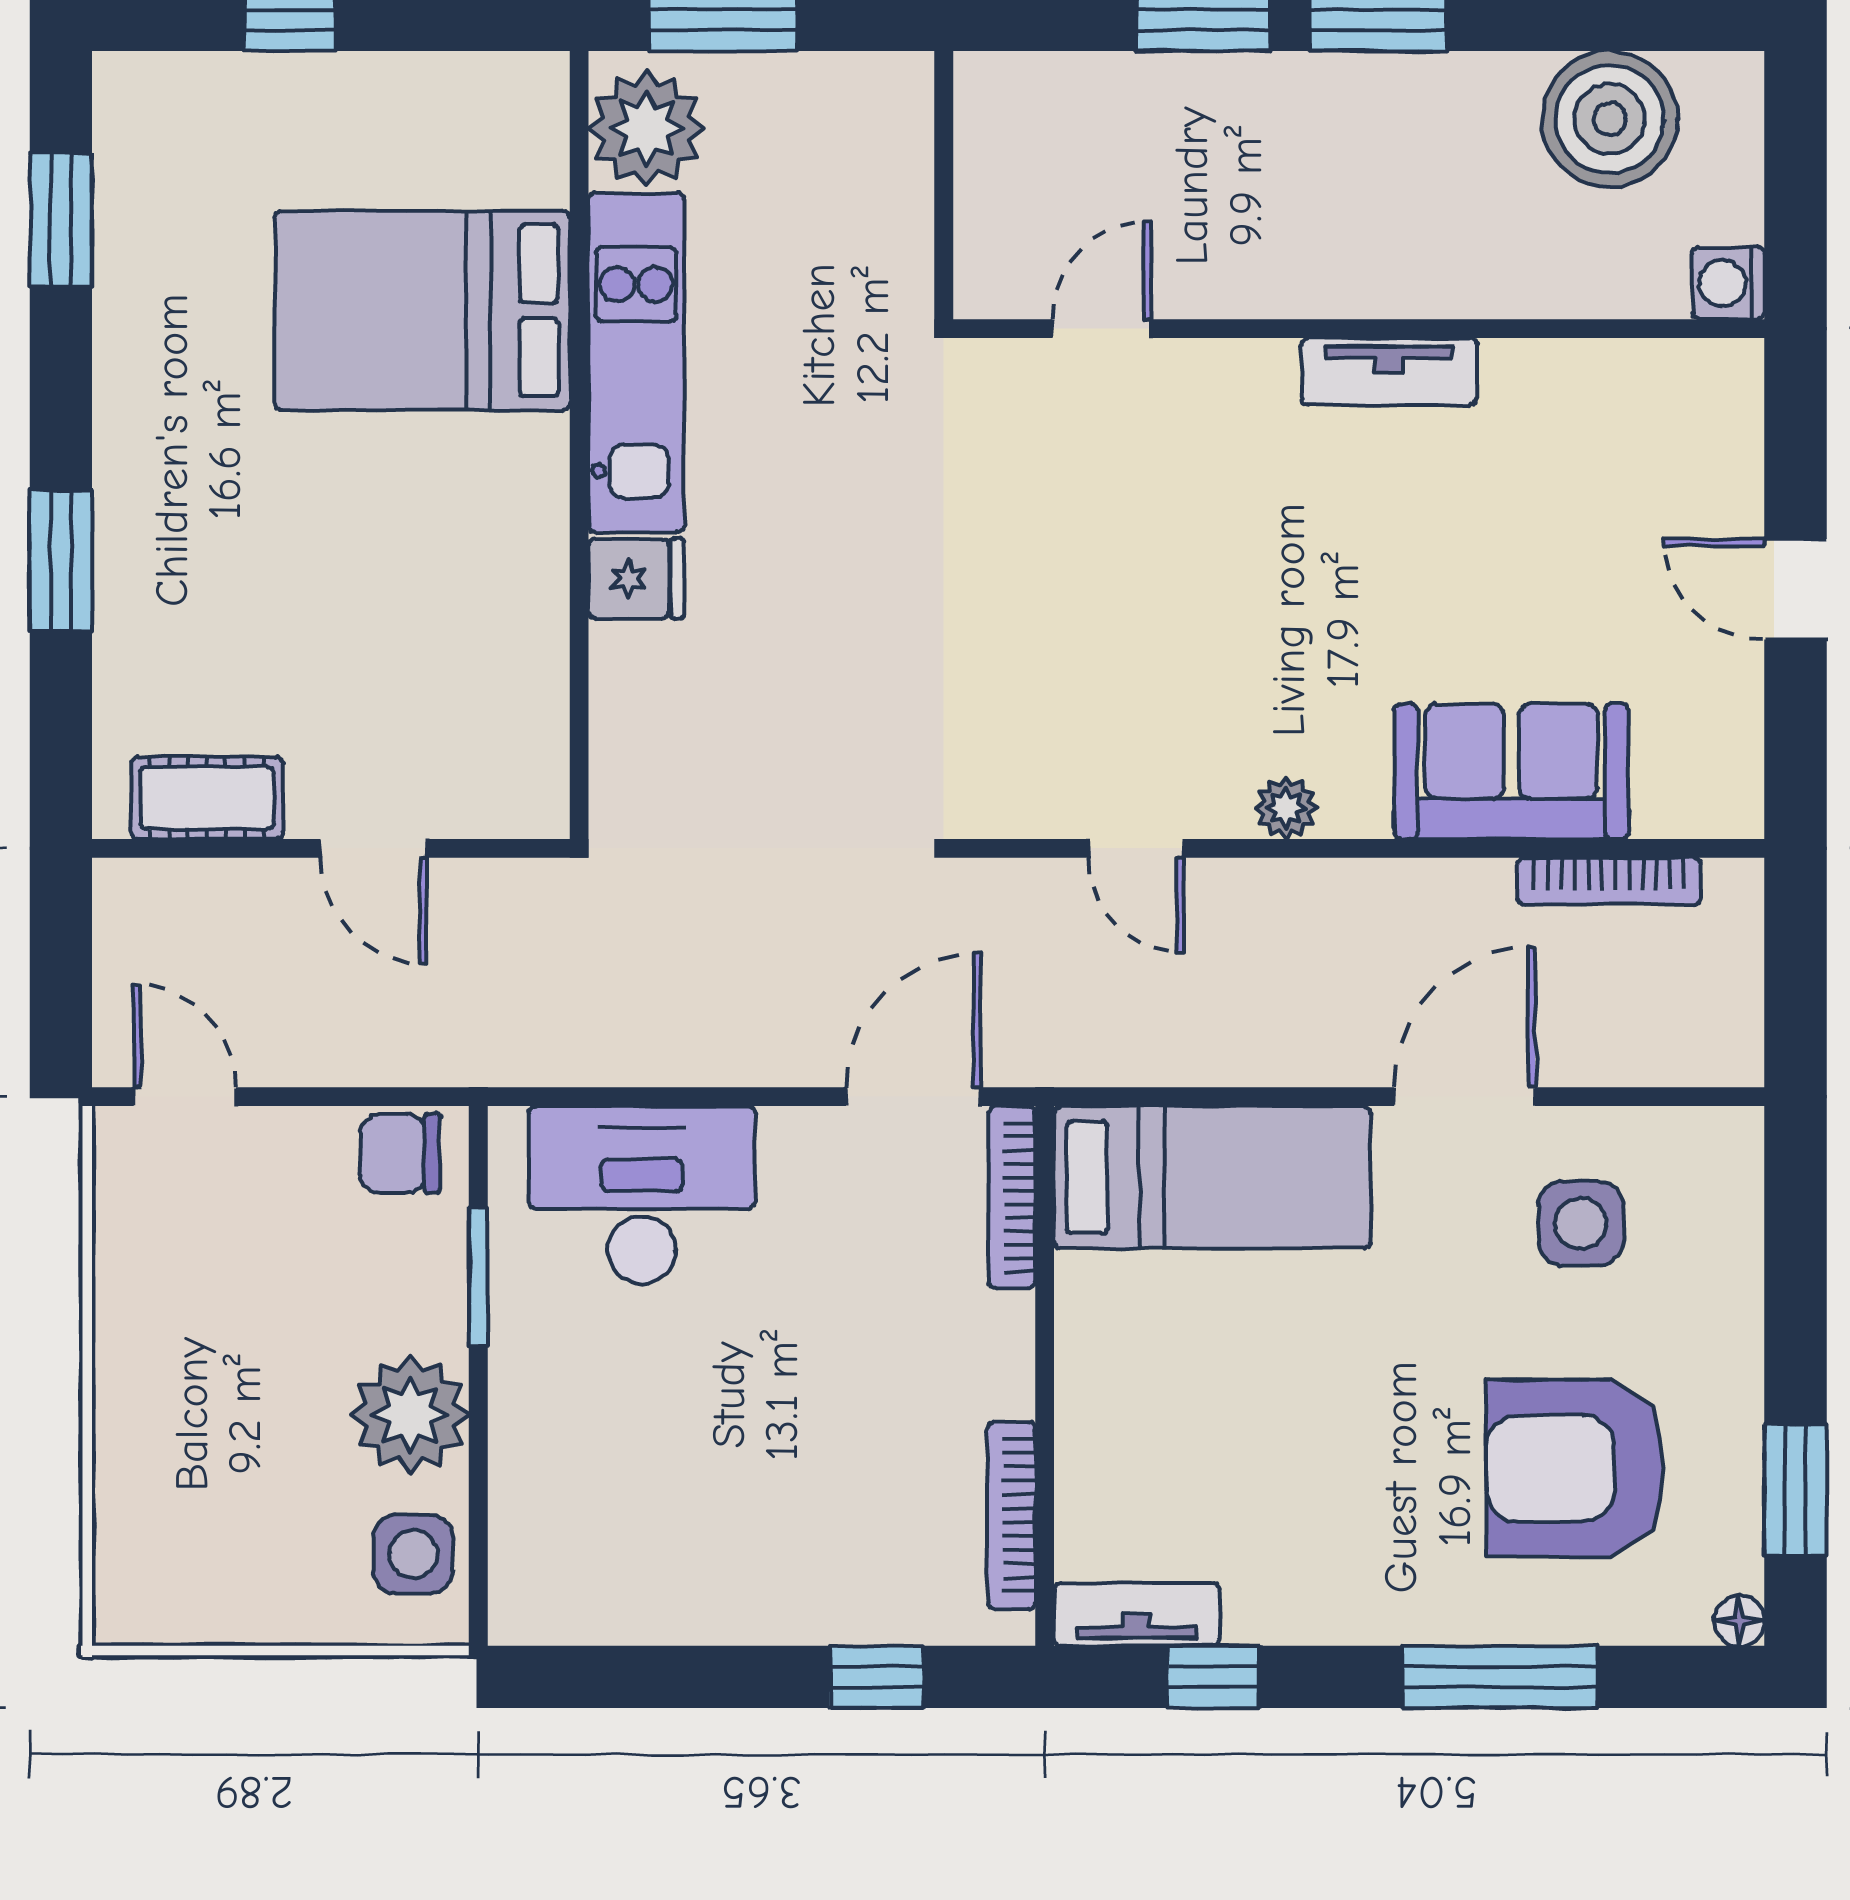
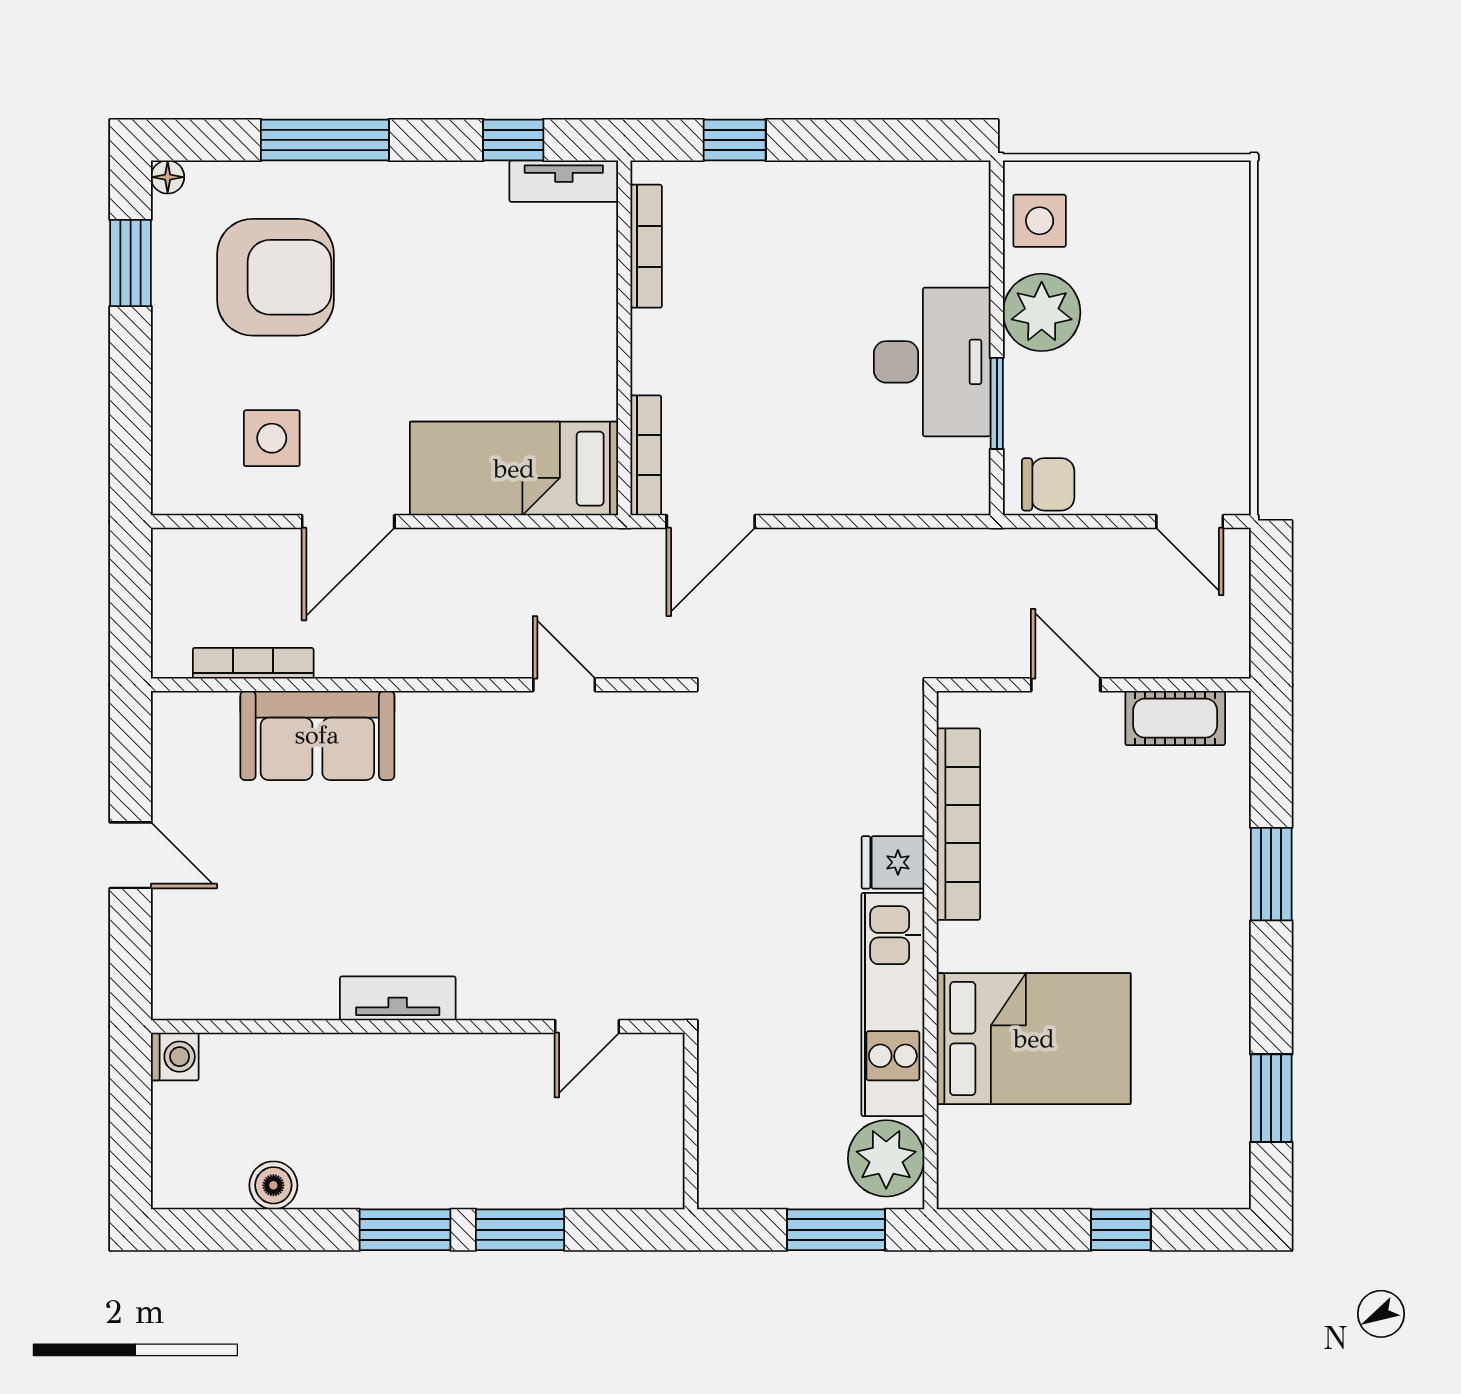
boiler: (1610, 119) -> (273, 1185), width x0.54, depth x0.54
bookcase: (537, 637) -> (958, 824), added
plant: (1286, 808) -> (466, 711), removed
desk: (642, 1195) -> (932, 362), moved, turned -90

